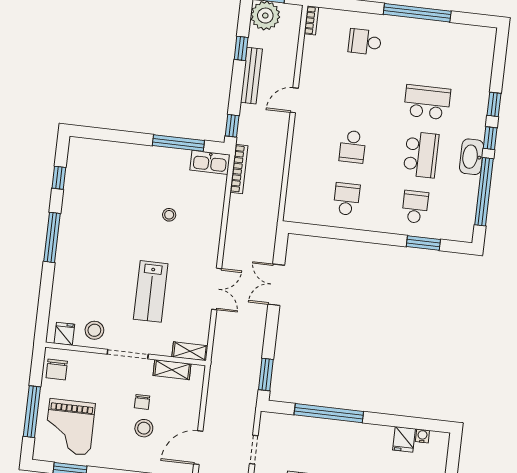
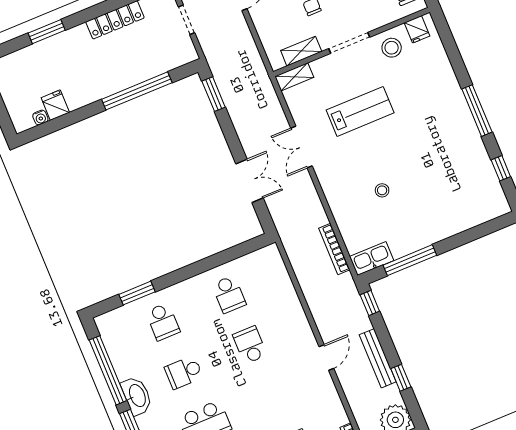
school desk: (421, 155) -> (184, 372), width x0.54
bookcase: (239, 169) -> (334, 249), moved
lab bench: (151, 291) -> (360, 111), turned 90

